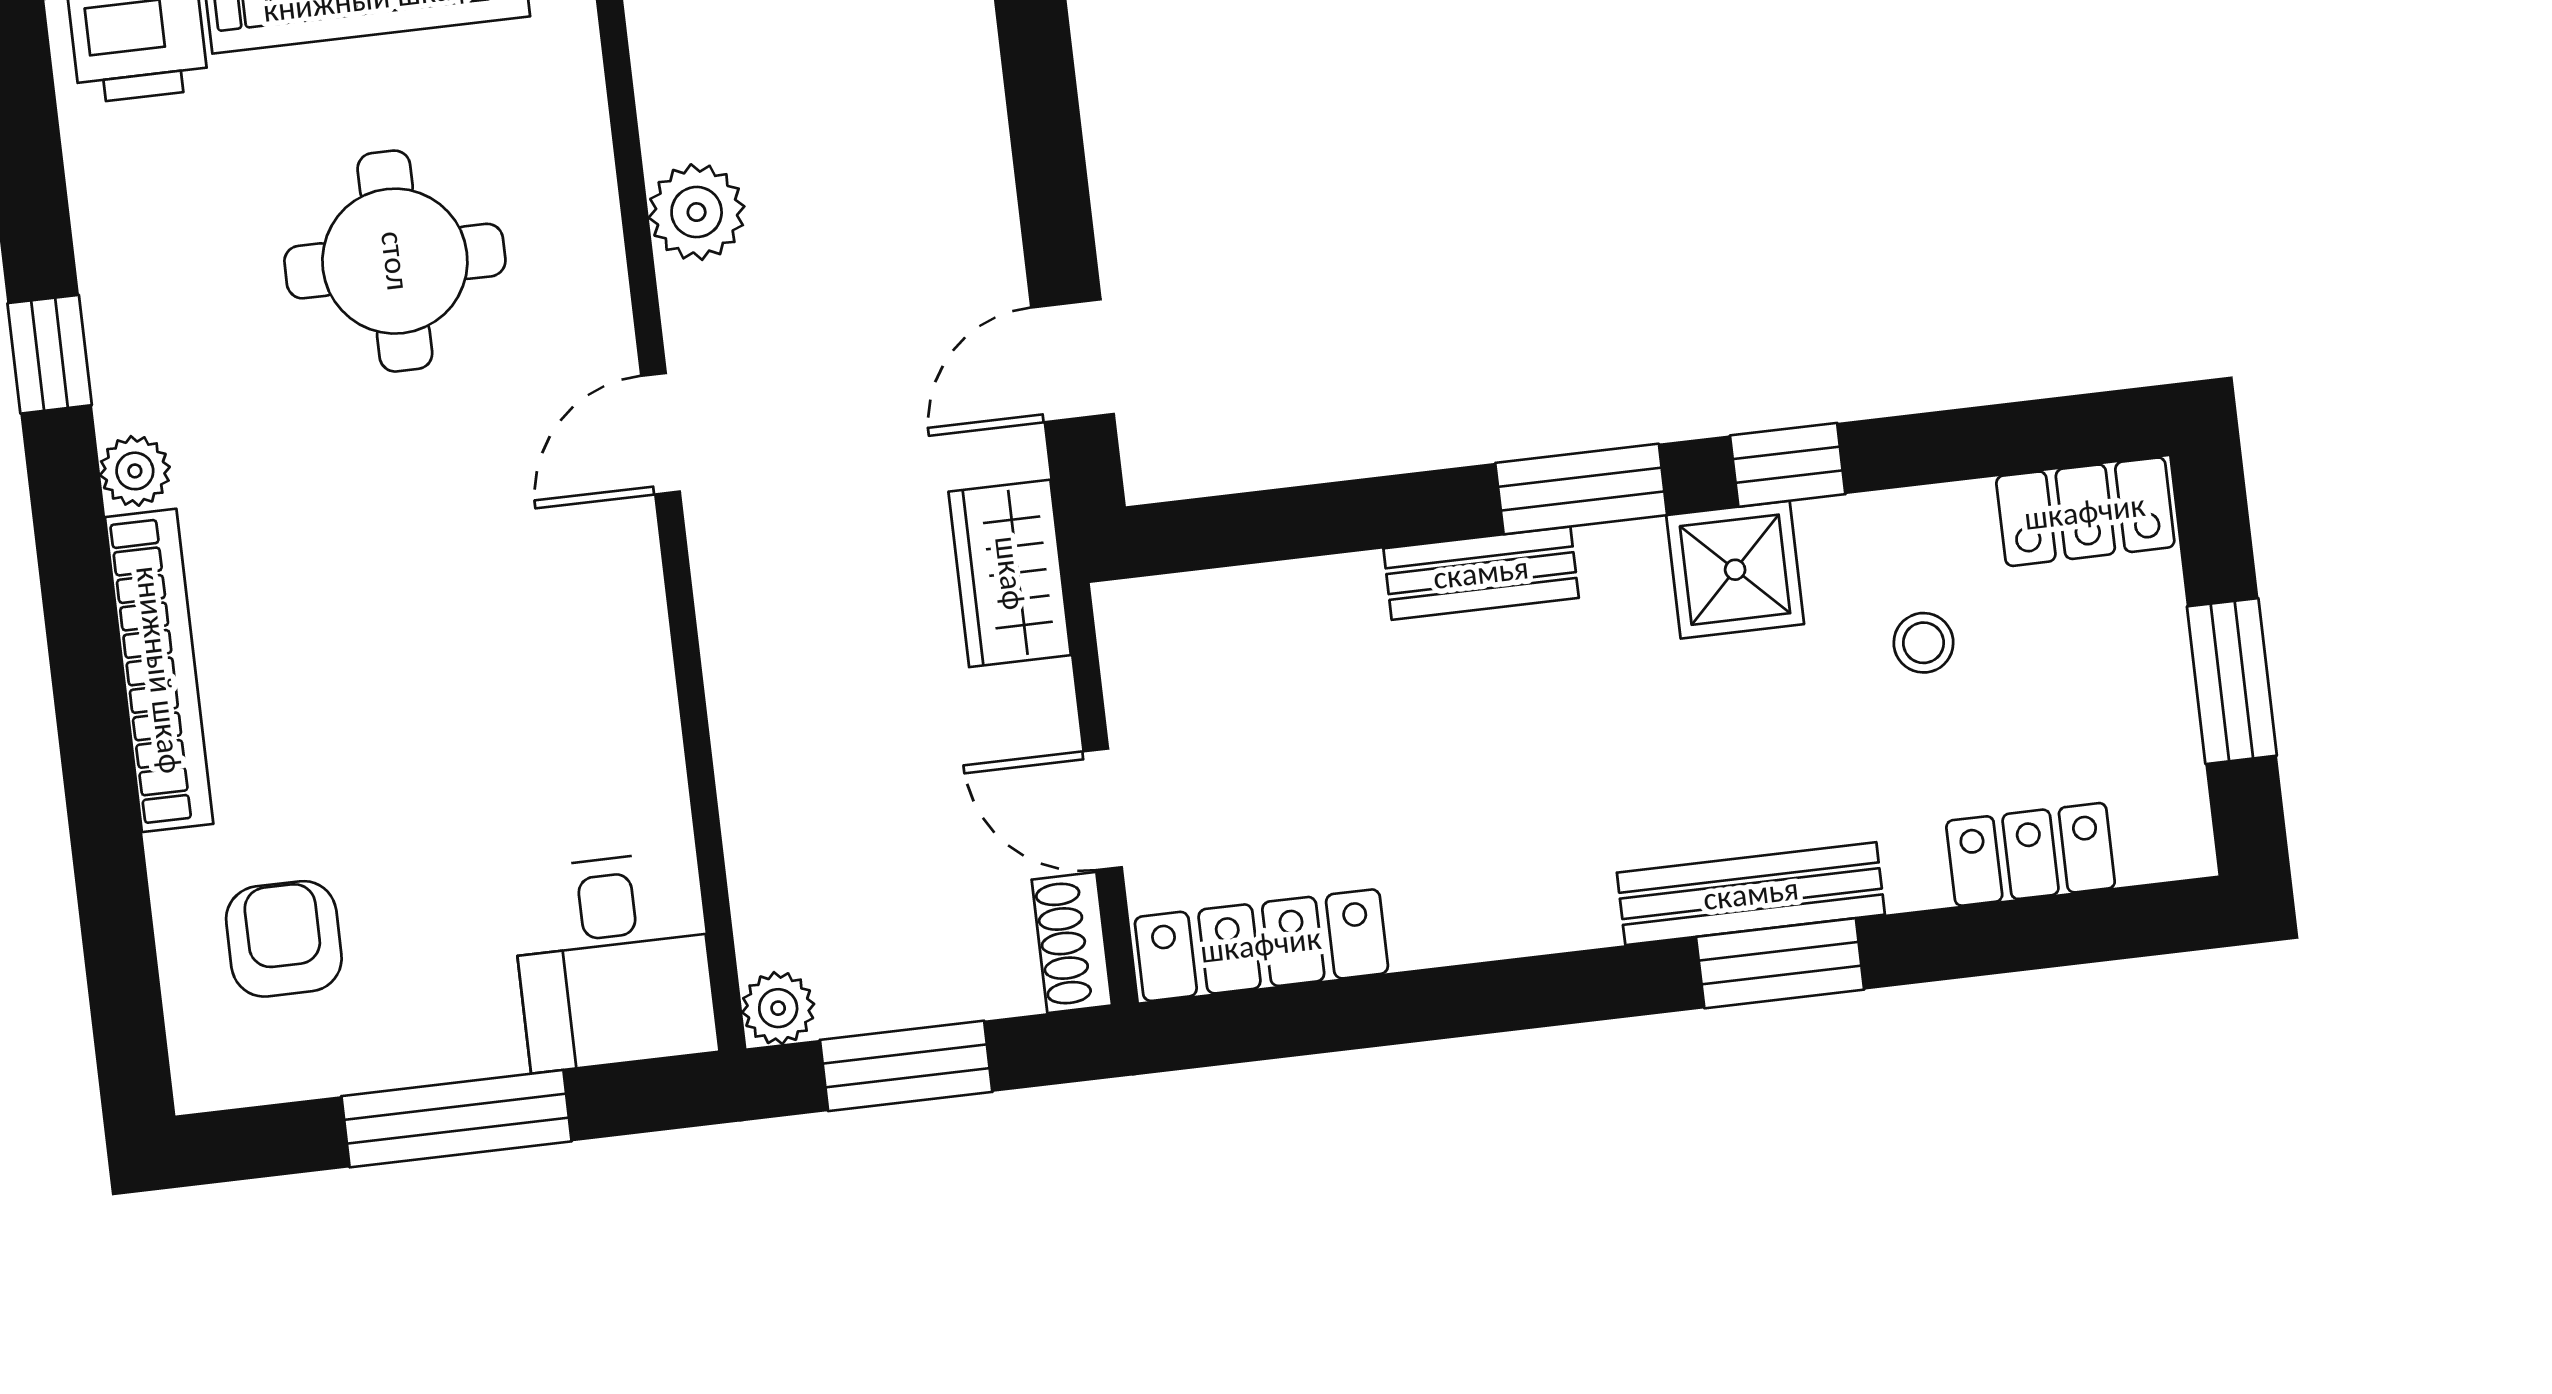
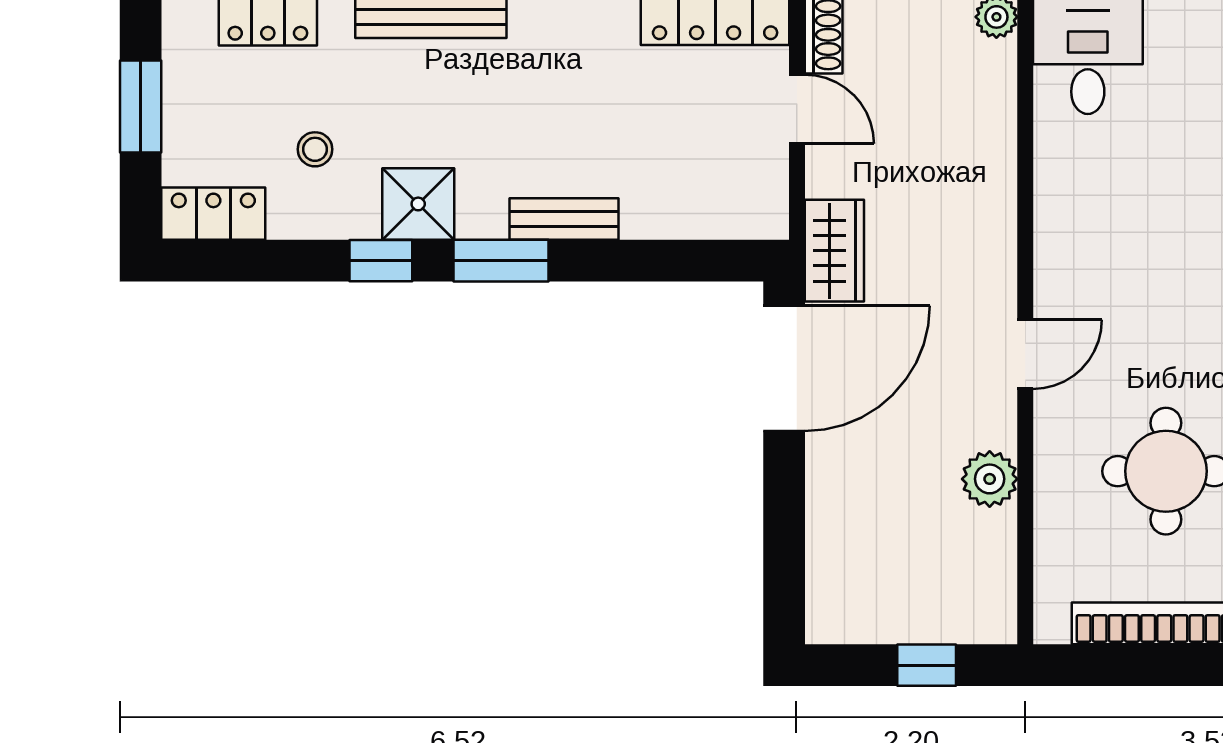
door: (1073, 361) -> (784, 368), width x1.88

